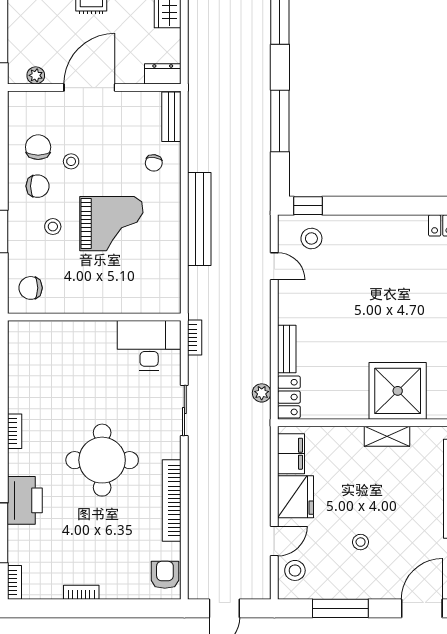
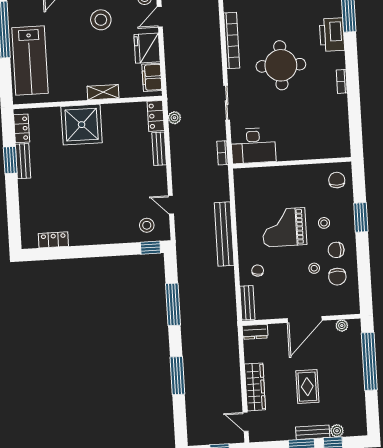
chair: (31, 288) -> (337, 180), turned -90
shelving: (387, 436) -> (103, 92), moved
stool: (361, 542) -> (101, 20), width x1.89, depth x1.89

